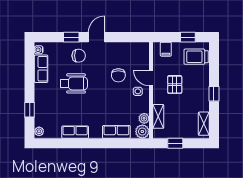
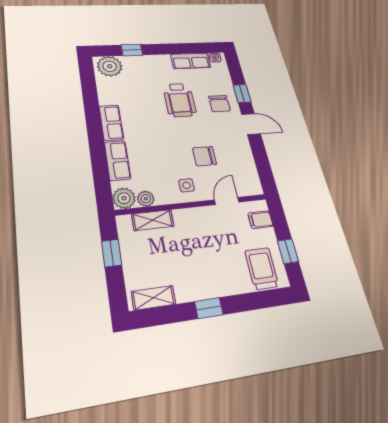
door: (151, 78) -> (227, 201), moved
pallet: (175, 85) -> (209, 240), removed
plant: (39, 131) -> (110, 66), width x1.87, depth x1.87
row of seats: (75, 132) -> (111, 123), moved

